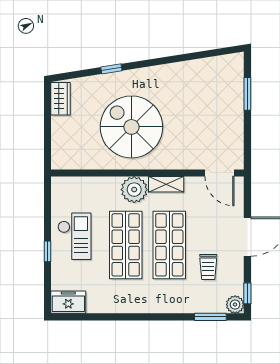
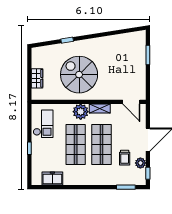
wardrobe: (60, 99) -> (37, 78), moved
checkout: (74, 236) -> (43, 124), moved
freezer: (68, 302) -> (52, 179), moved
plant: (235, 305) -> (140, 163), moved

